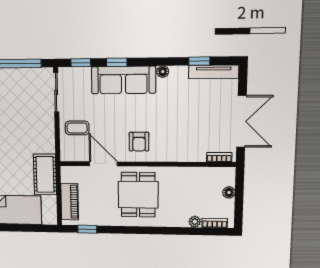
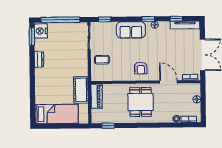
window: (117, 62) -> (148, 19), moved
sofa: (123, 80) -> (131, 30), width x0.73
door: (103, 164) -> (168, 82), moved
piano: (70, 202) -> (97, 96), moved

